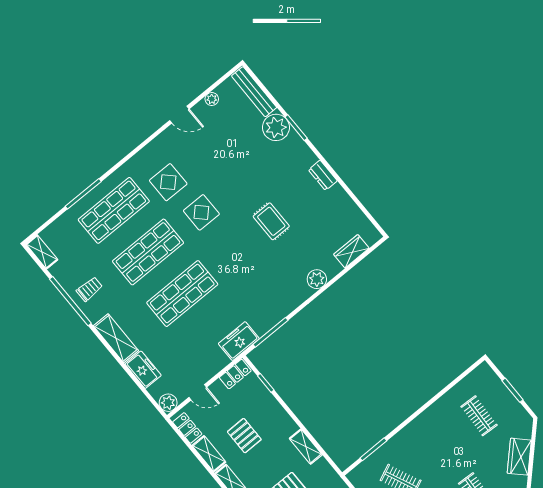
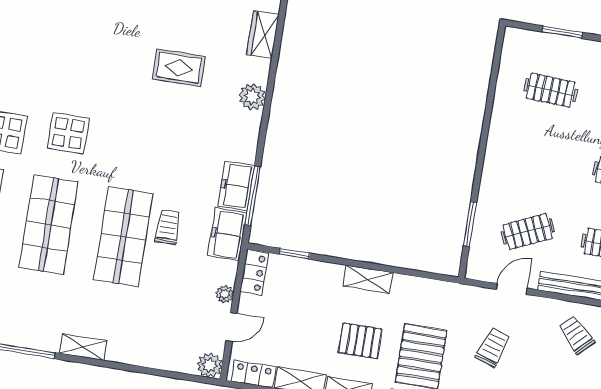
rug: (271, 221) -> (179, 68), moved
trolley: (89, 289) -> (168, 227), moved
shelving: (116, 338) -> (83, 347), width x0.67, depth x0.75
freezer: (143, 370) -> (236, 186), moved, turned -90
plant: (209, 372) -> (225, 294), added
pallet: (244, 436) -> (360, 341), moved
shelving: (306, 447) -> (368, 279), moved

